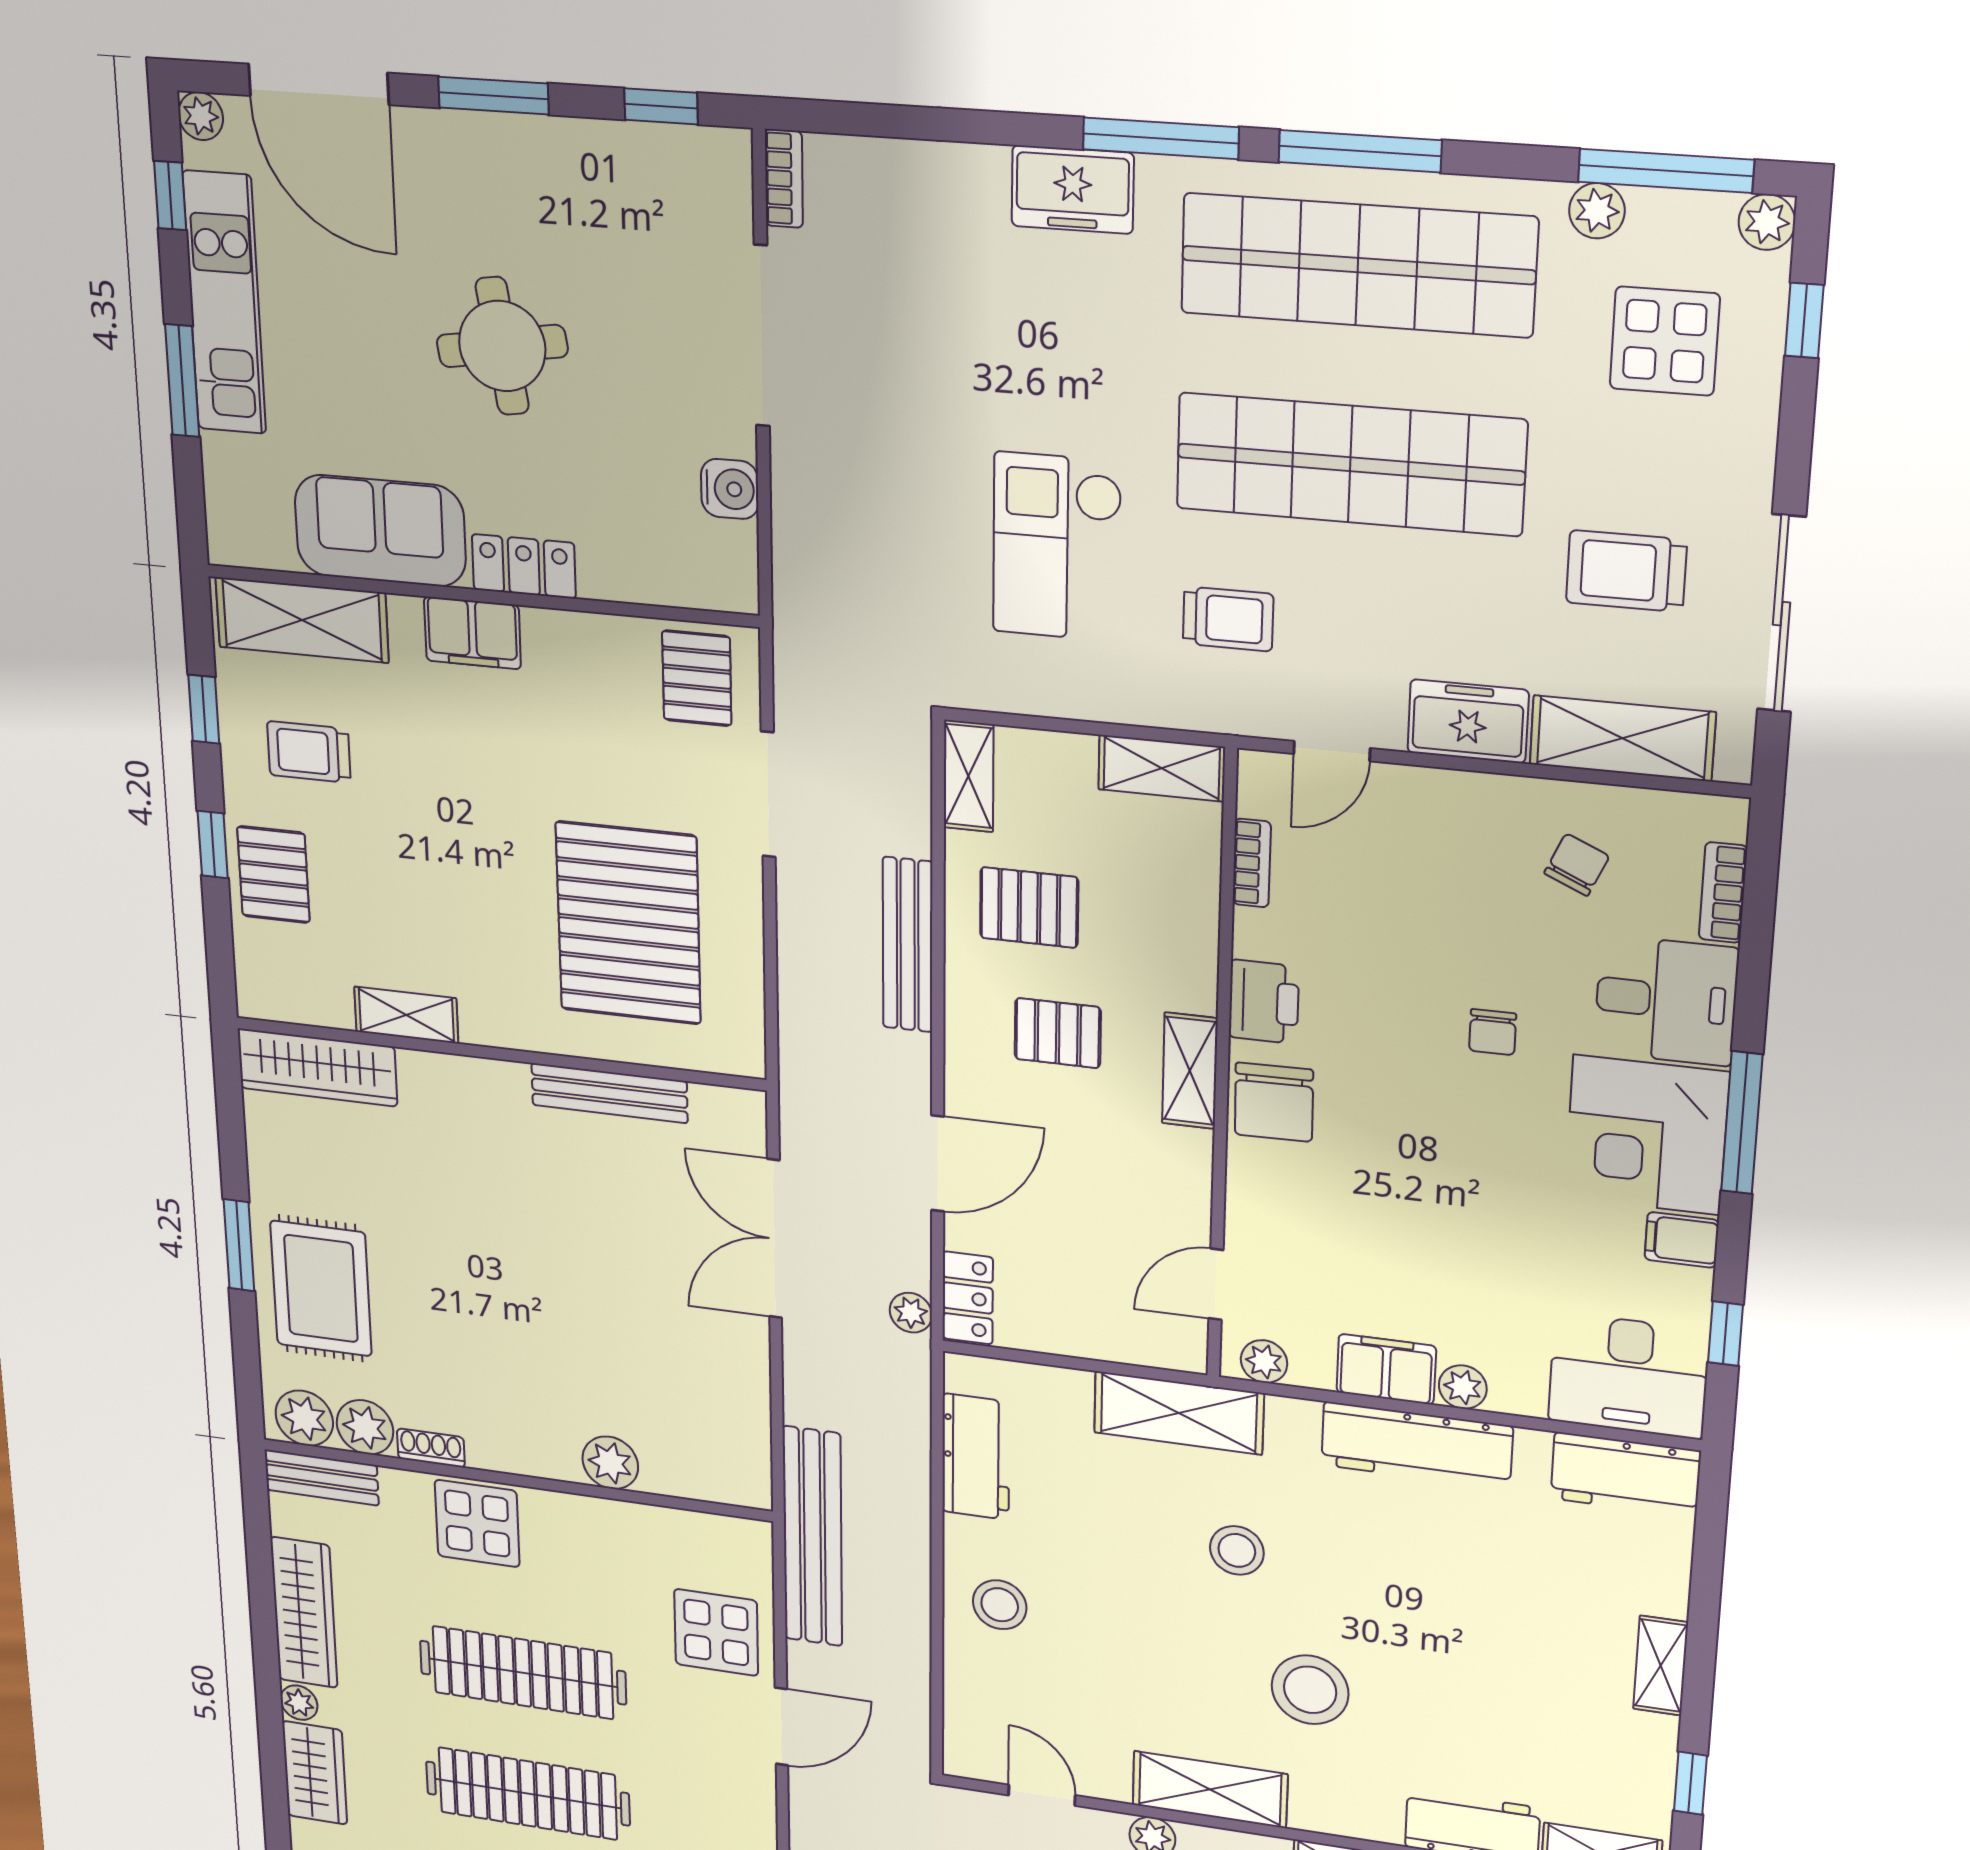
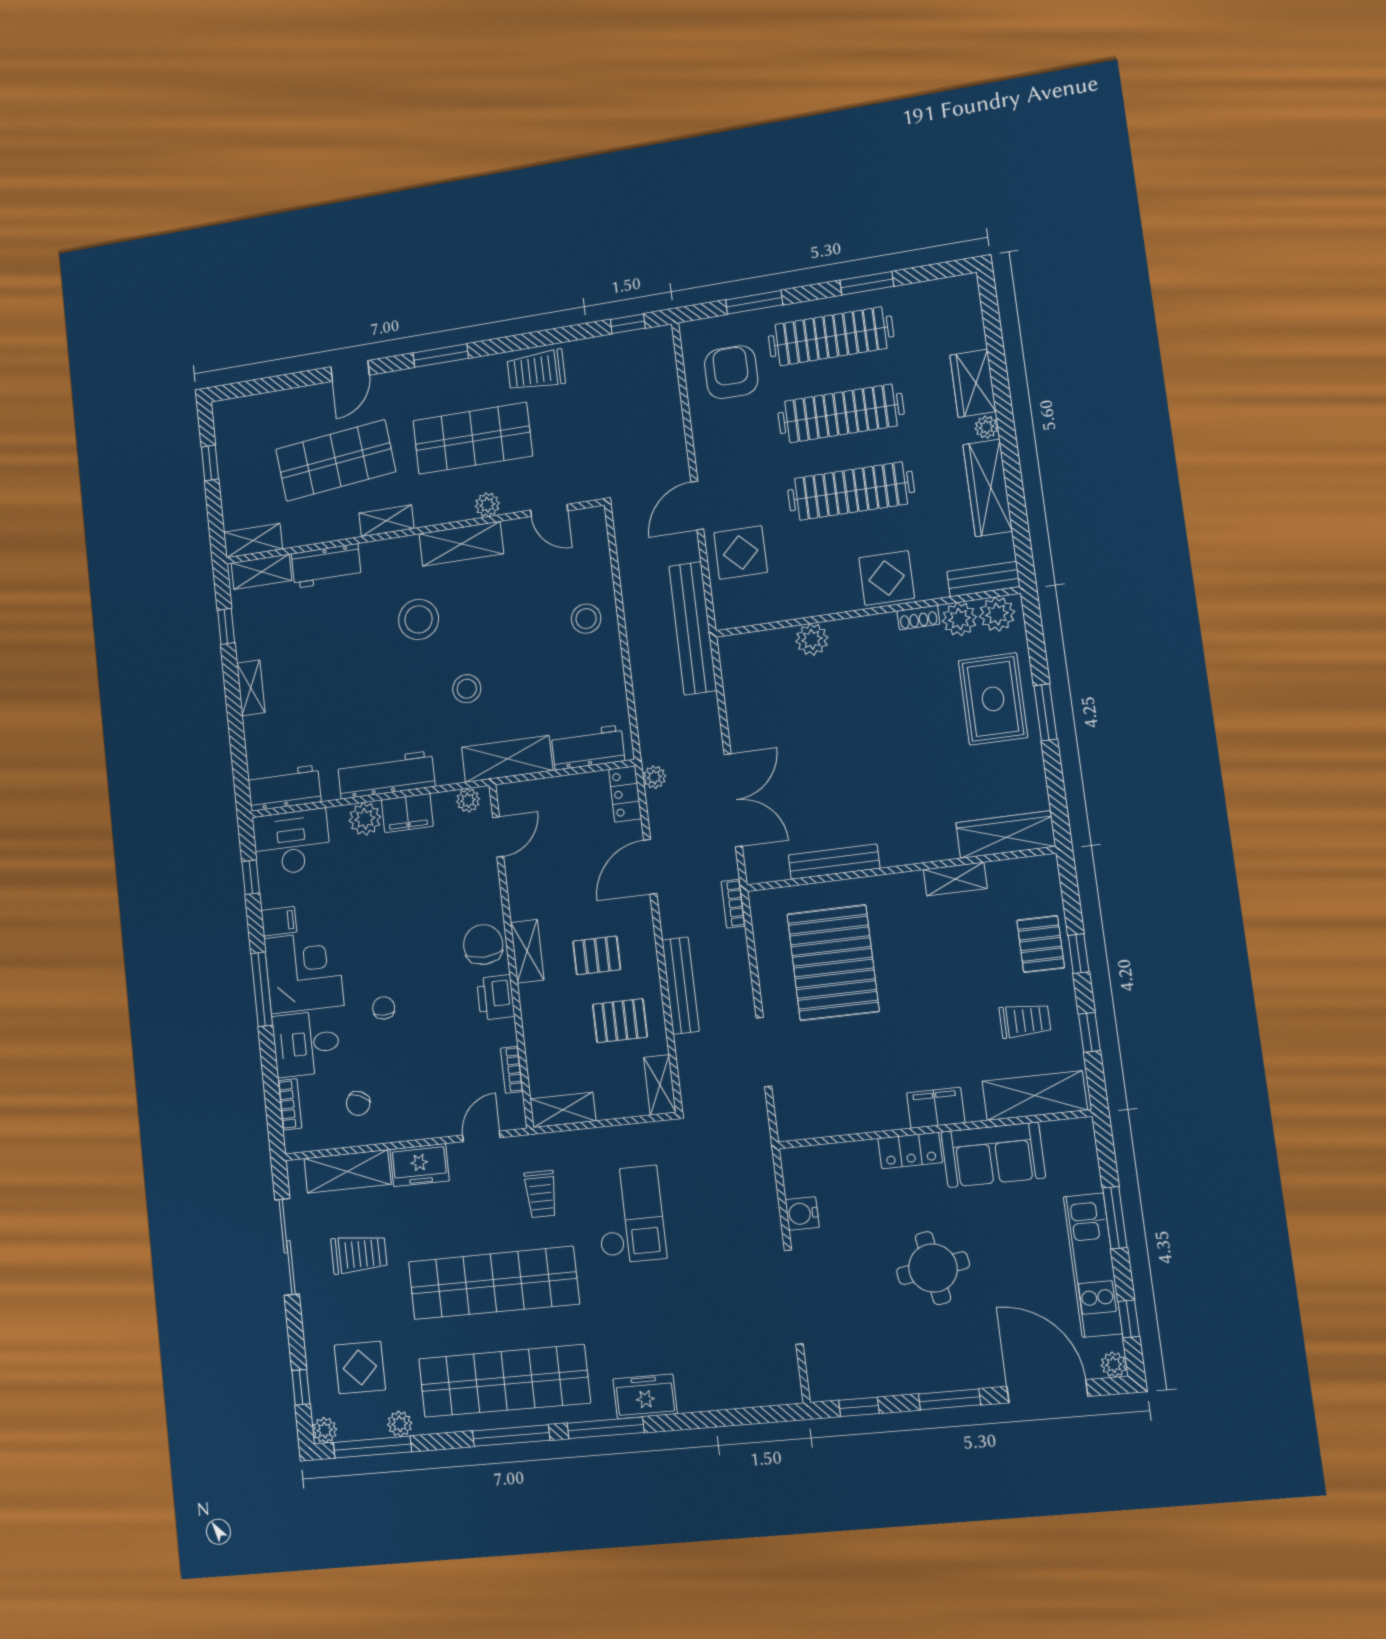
bookcase: (784, 179) -> (733, 904), moved
trolley: (1228, 619) -> (541, 1194), turned -90
pallet: (697, 678) -> (809, 1108), removed
plant: (1463, 1387) -> (365, 819), width x1.38, depth x1.38
workbench: (976, 1457) -> (588, 748), moved, turned 90

